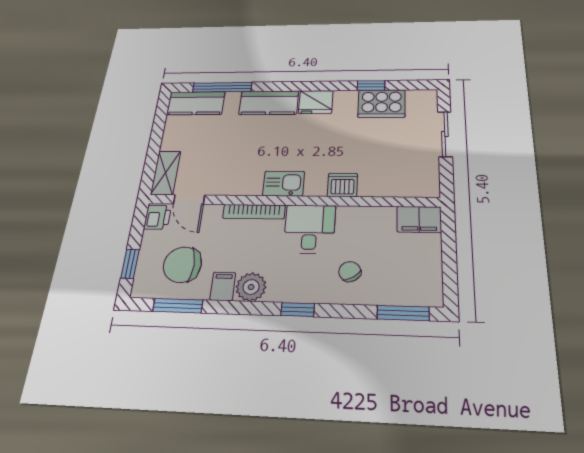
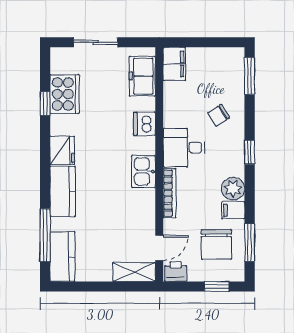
freezer: (403, 183) -> (142, 76), added

